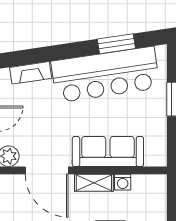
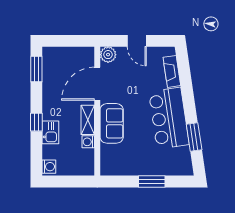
bar counter: (105, 75) -> (169, 118), width x0.73
sofa: (108, 151) -> (112, 123), width x0.73

